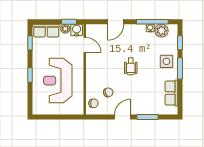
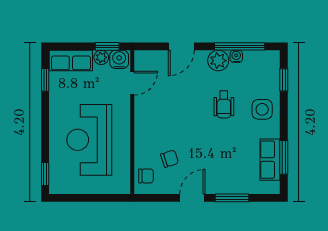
plant: (162, 31) -> (218, 61), moved
door: (85, 45) -> (132, 83), hinge flipped
wheelchair: (131, 66) -> (224, 105), moved
window: (180, 68) -> (284, 157), moved
window: (30, 75) -> (45, 174), moved

